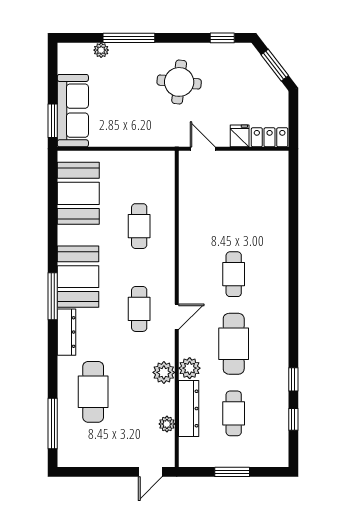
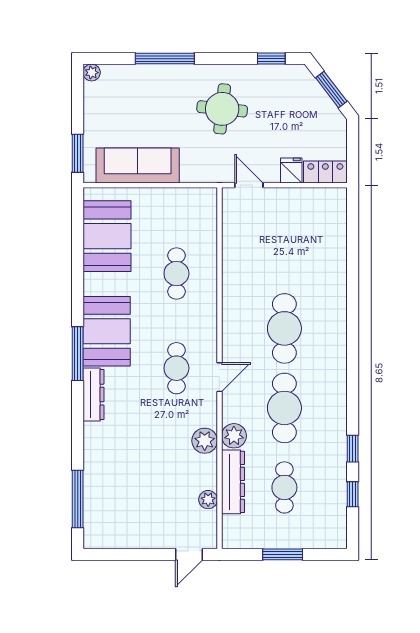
plant: (101, 50) -> (92, 73), moved
sofa: (73, 111) -> (138, 165), moved, turned -90
cafe table: (234, 274) -> (284, 328), width x1.37, depth x1.35
cafe table: (93, 392) -> (124, 463), removed

